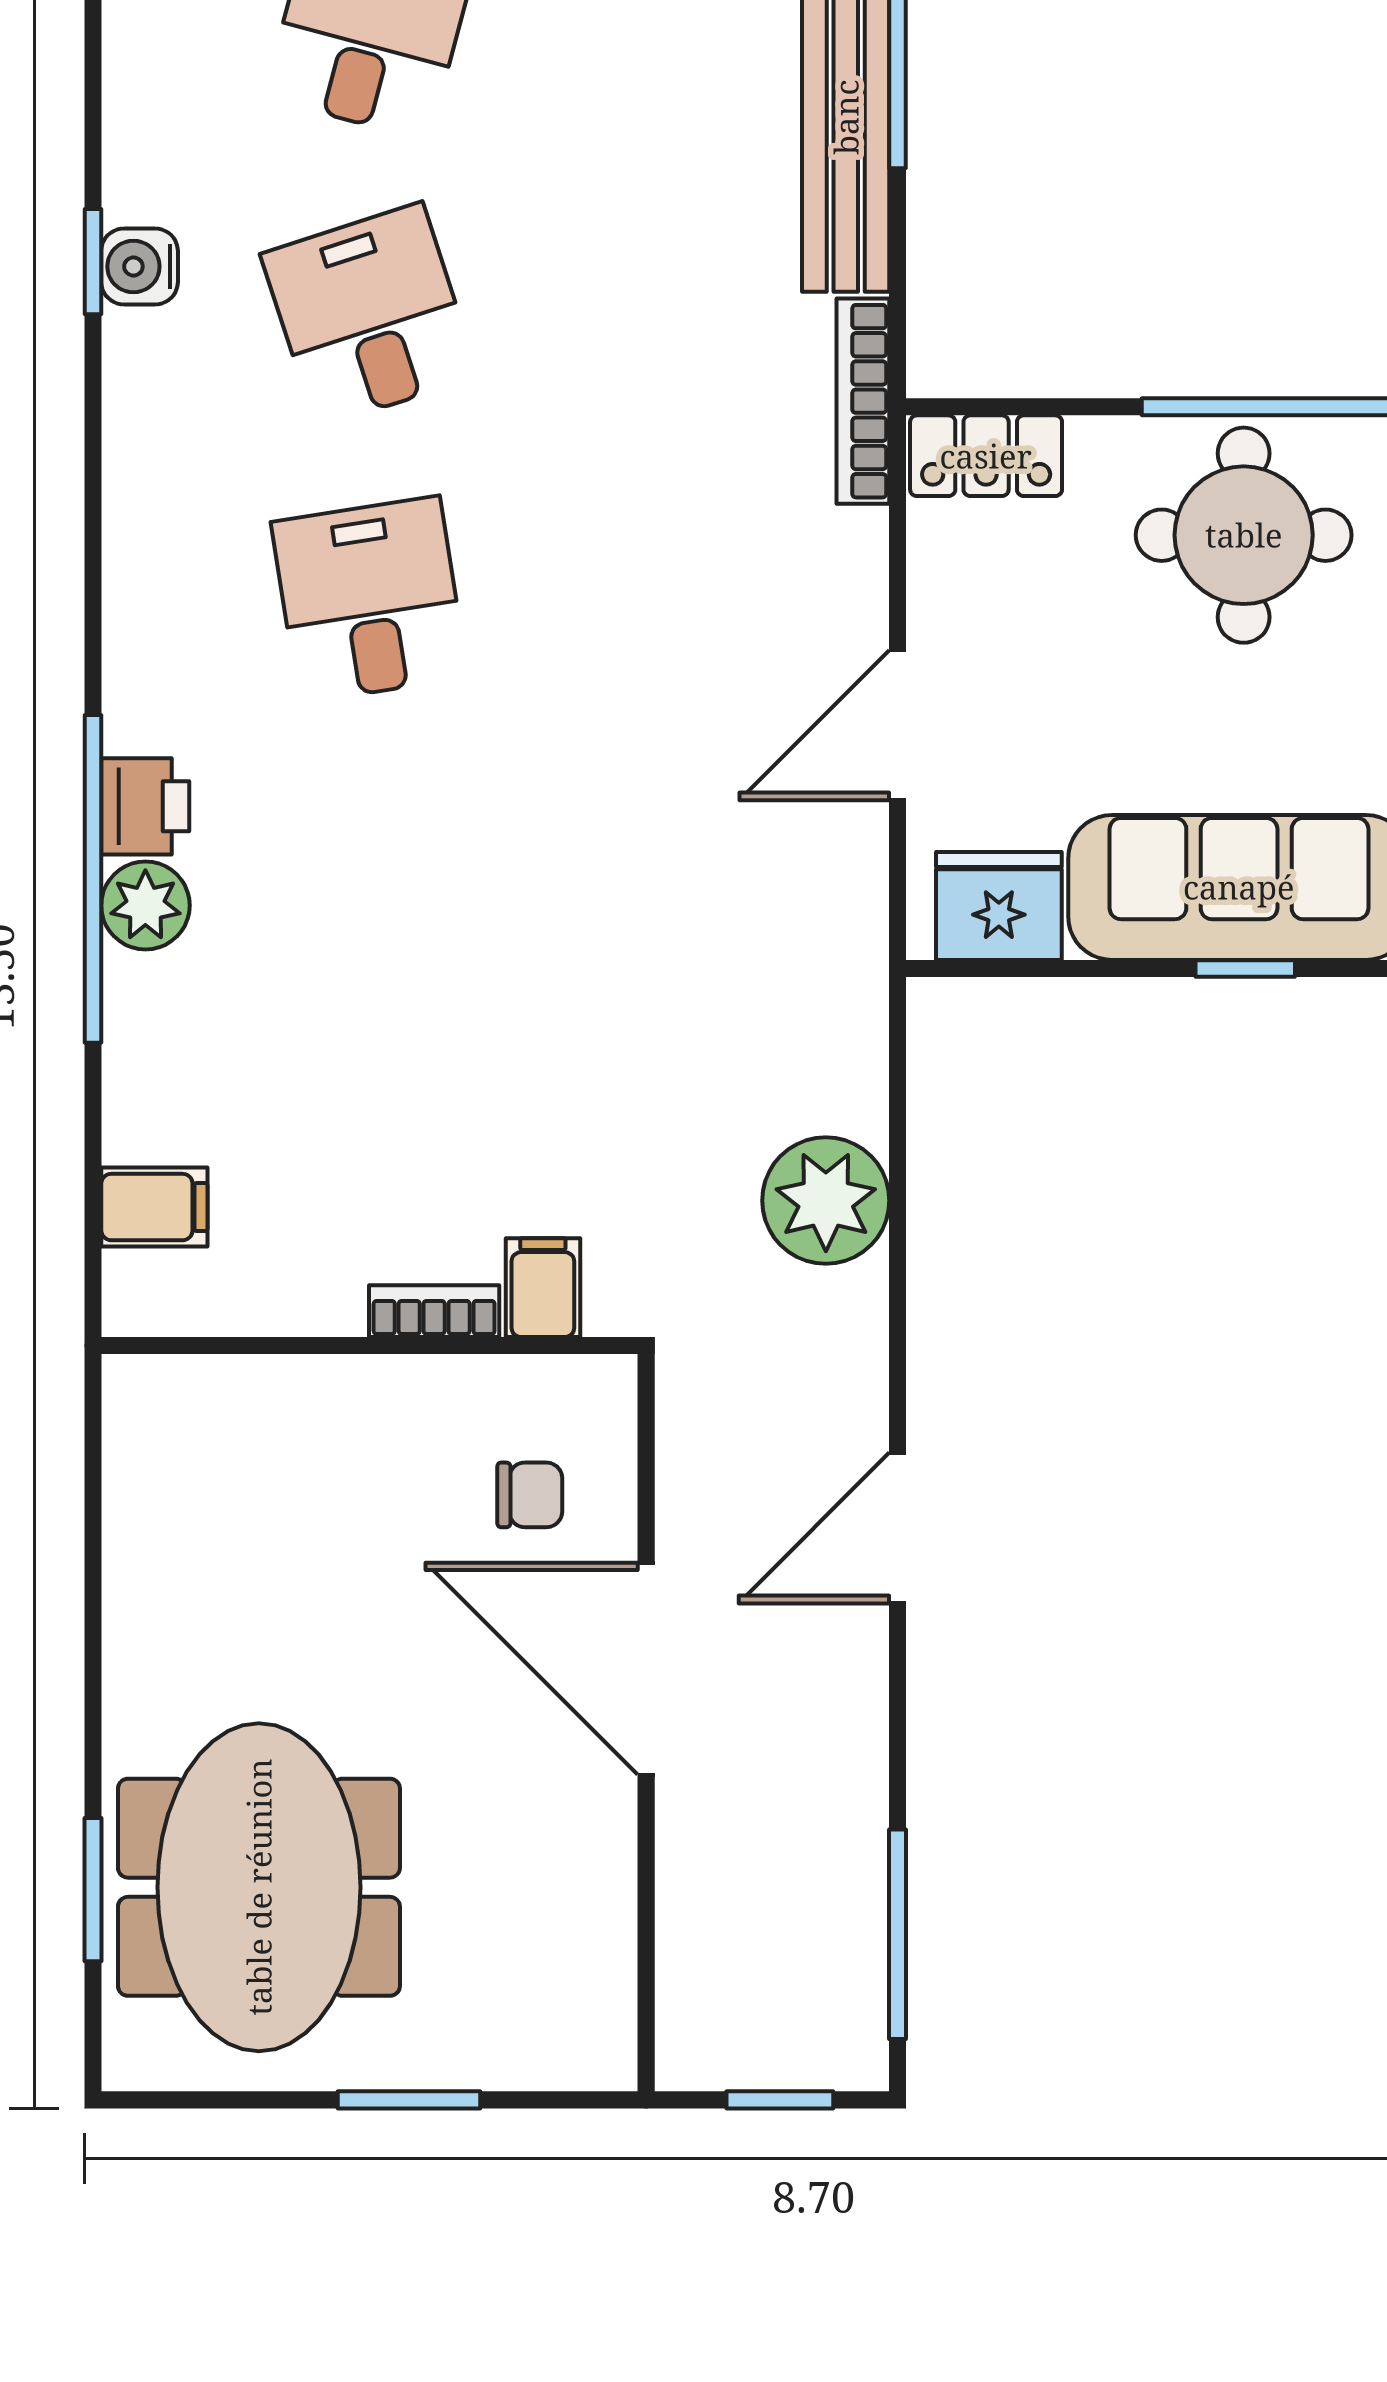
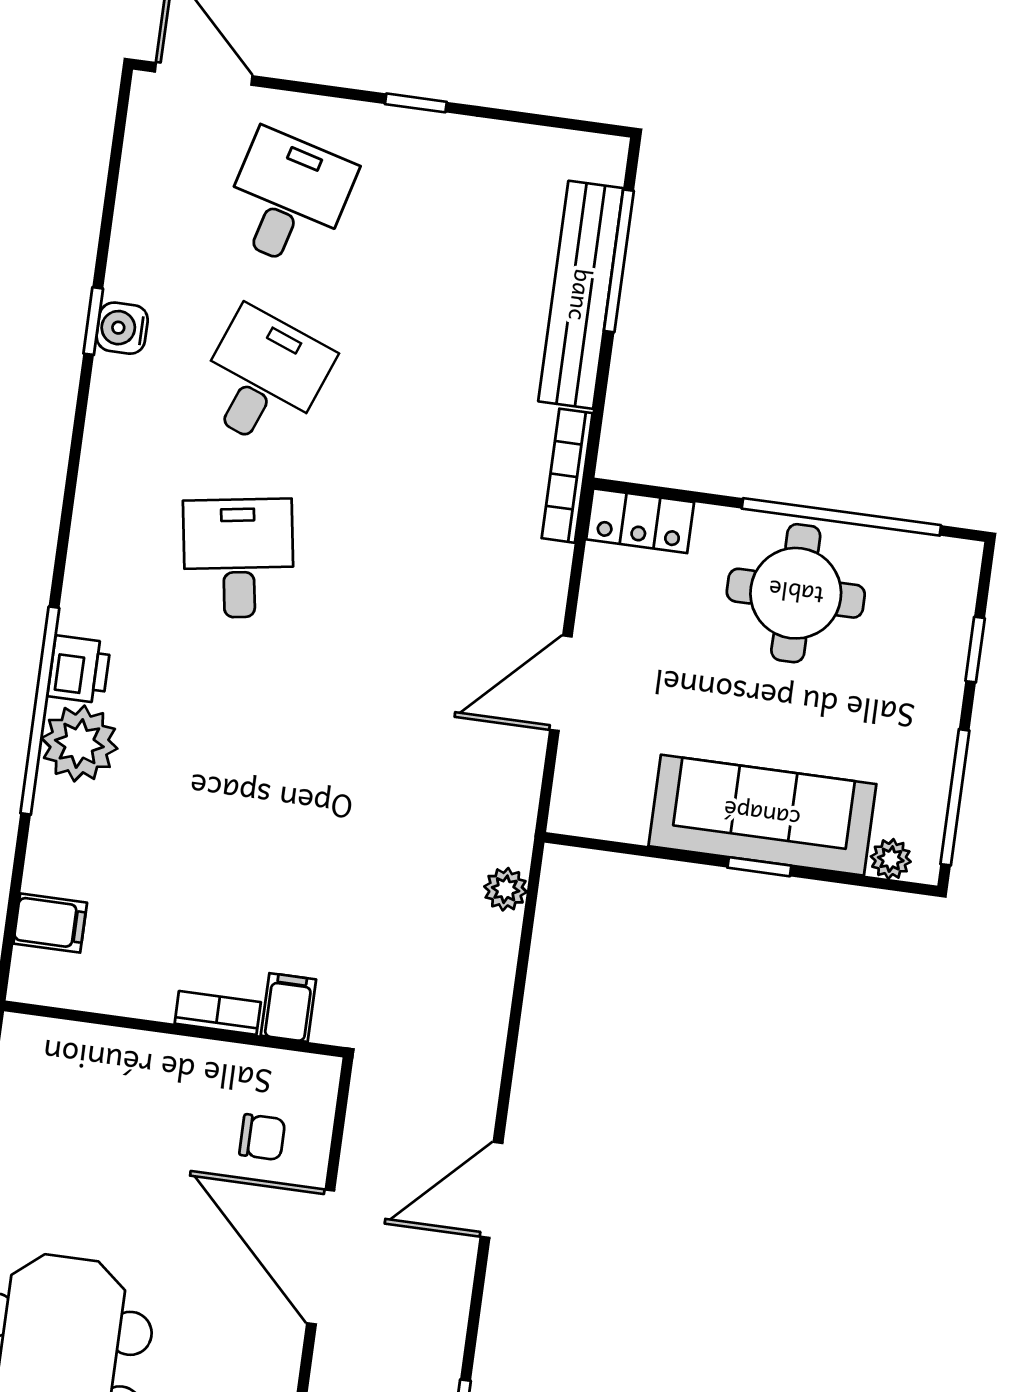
desk: (370, 315) -> (263, 379), turned 39
plant: (145, 905) -> (79, 743), width x1.36, depth x1.36
fridge: (999, 906) -> (609, 806), removed
plant: (826, 1201) -> (506, 889), moved, width x0.53, depth x0.53

